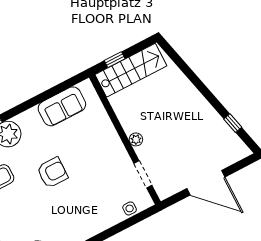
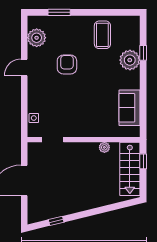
plant: (136, 139) -> (104, 147), moved
armchair: (52, 173) -> (67, 65), moved, turned 180

